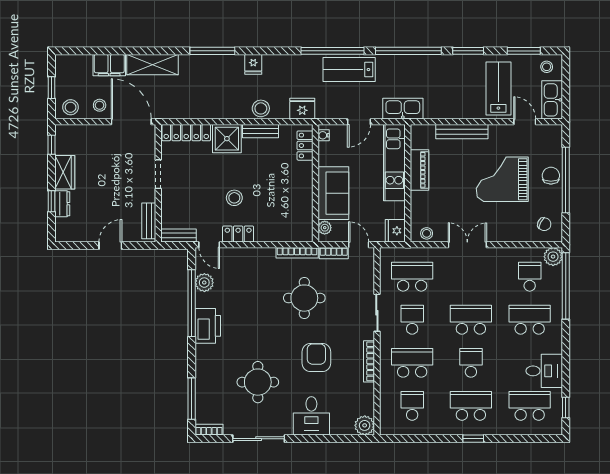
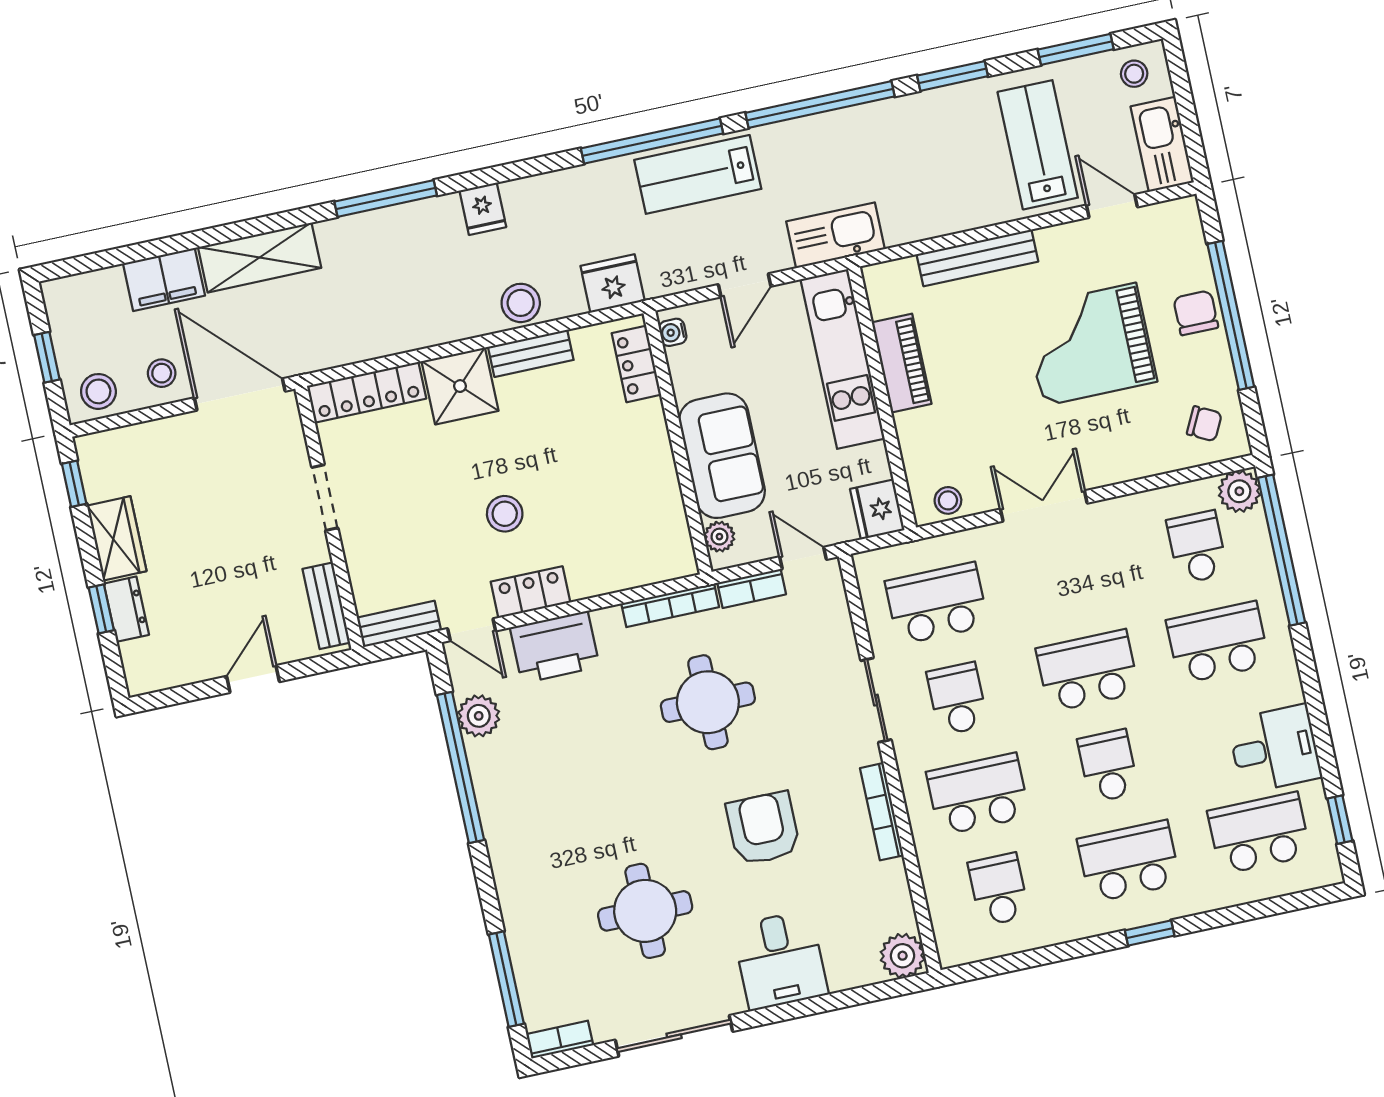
printer: (208, 326) -> (555, 647), moved, turned 90

